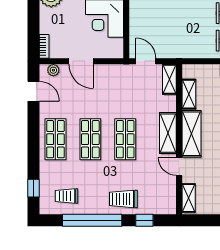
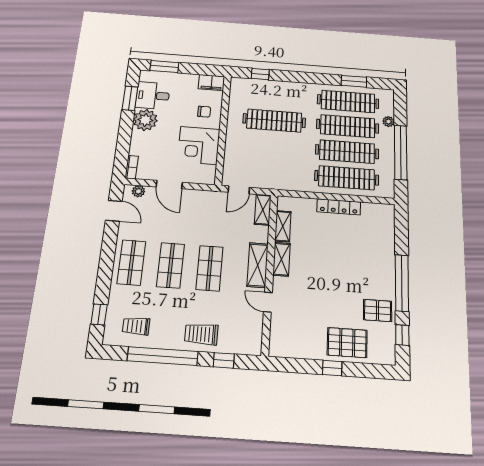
door: (146, 61) -> (239, 190), swing flipped
shelving: (191, 134) -> (281, 259), width x0.67, depth x0.75
shelving: (189, 198) -> (277, 338), removed

